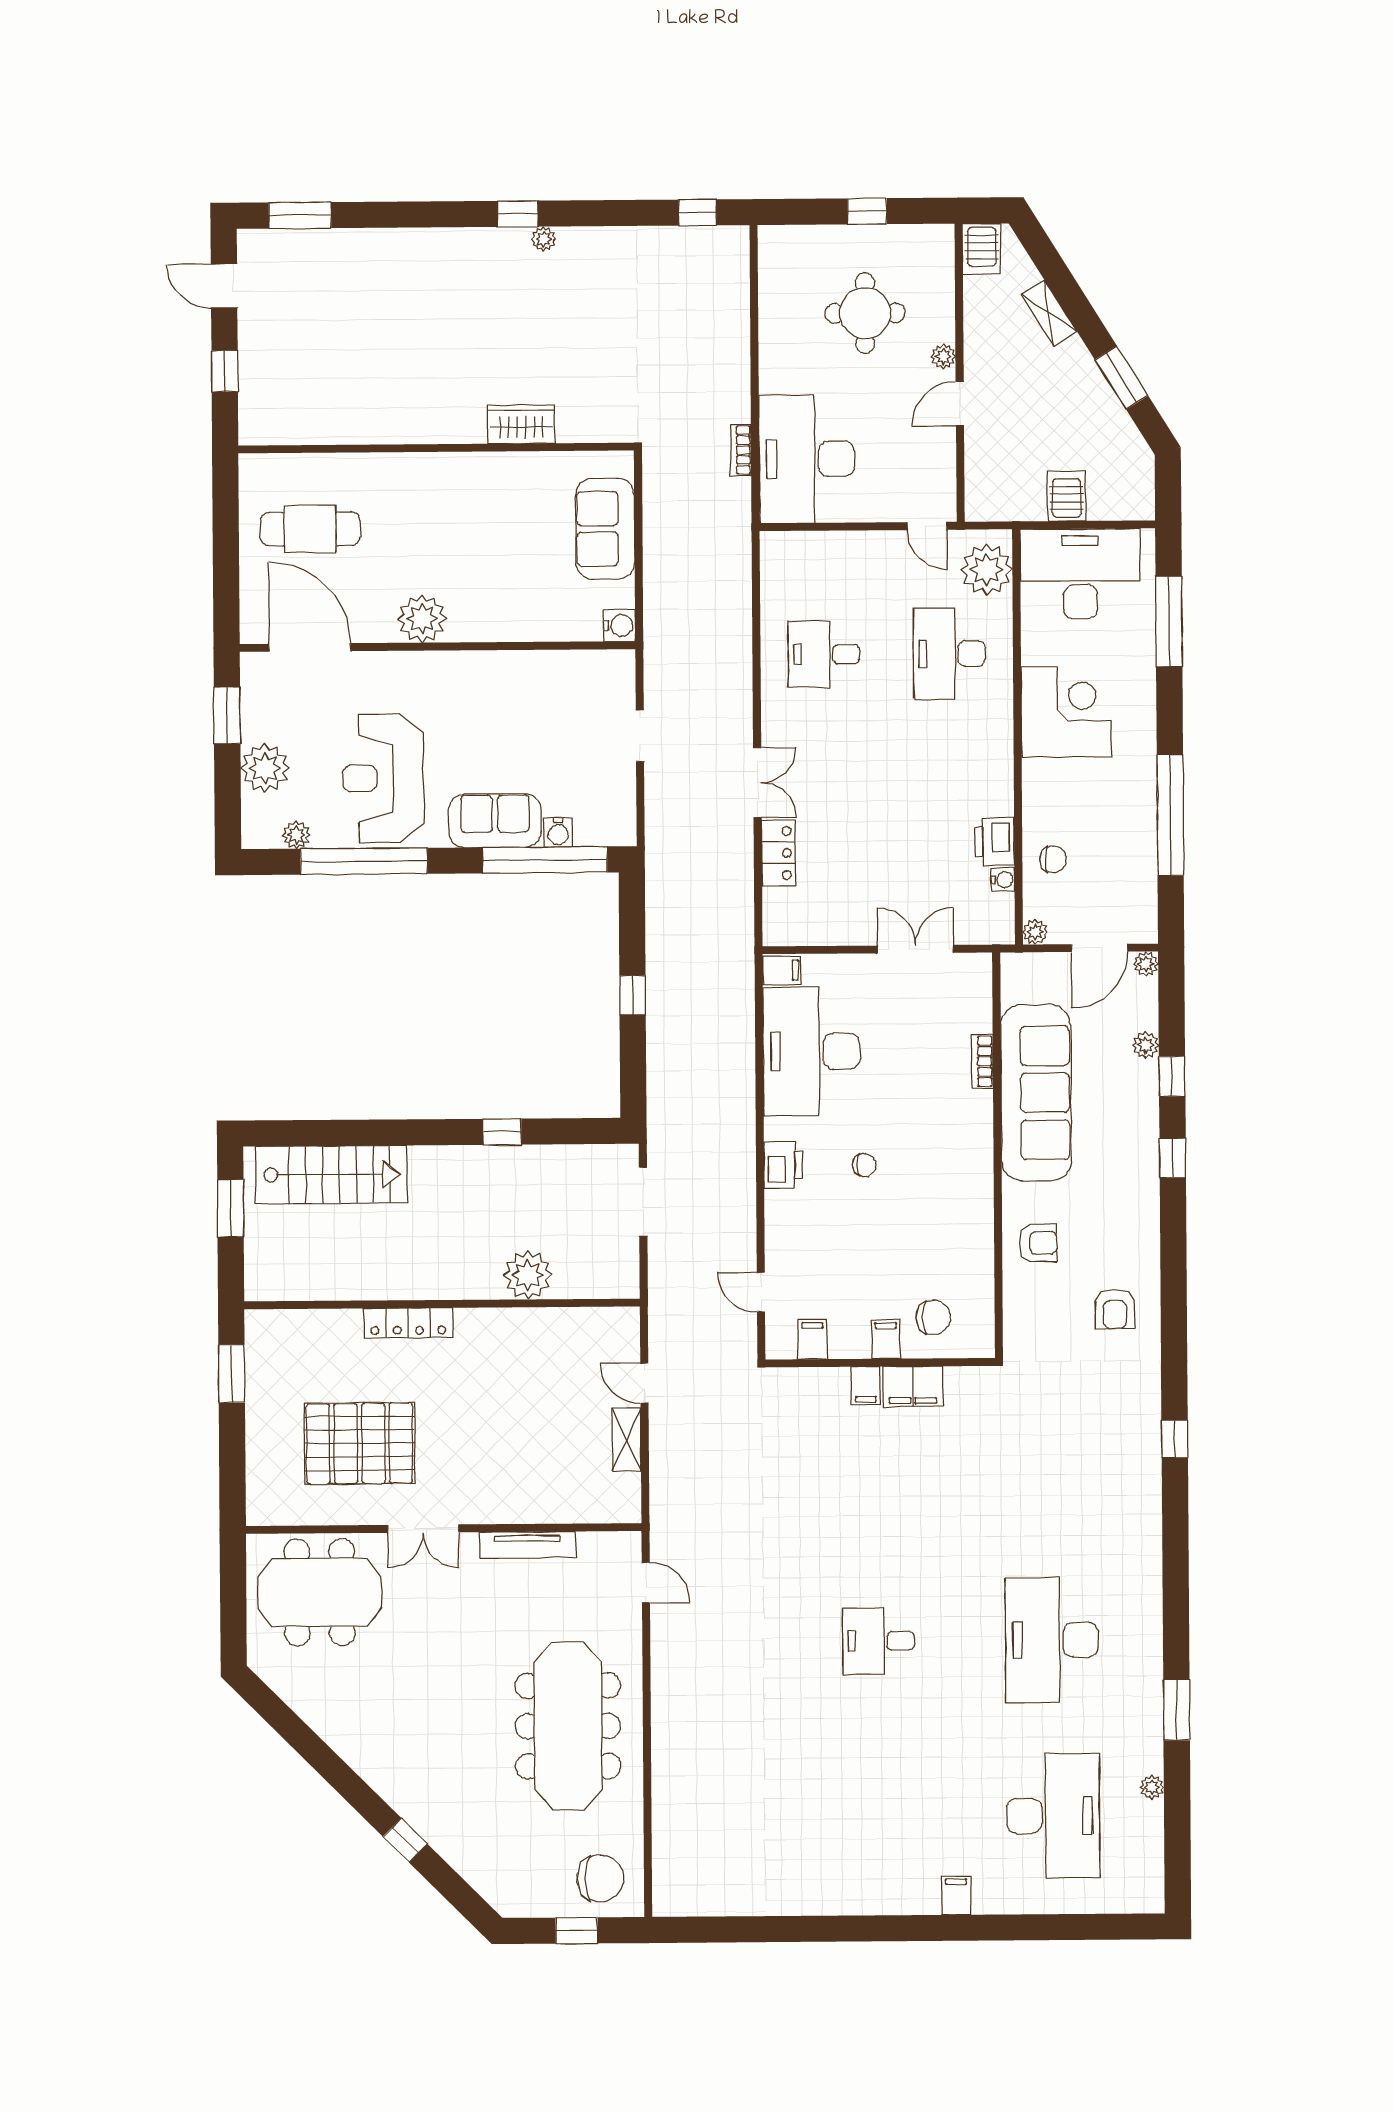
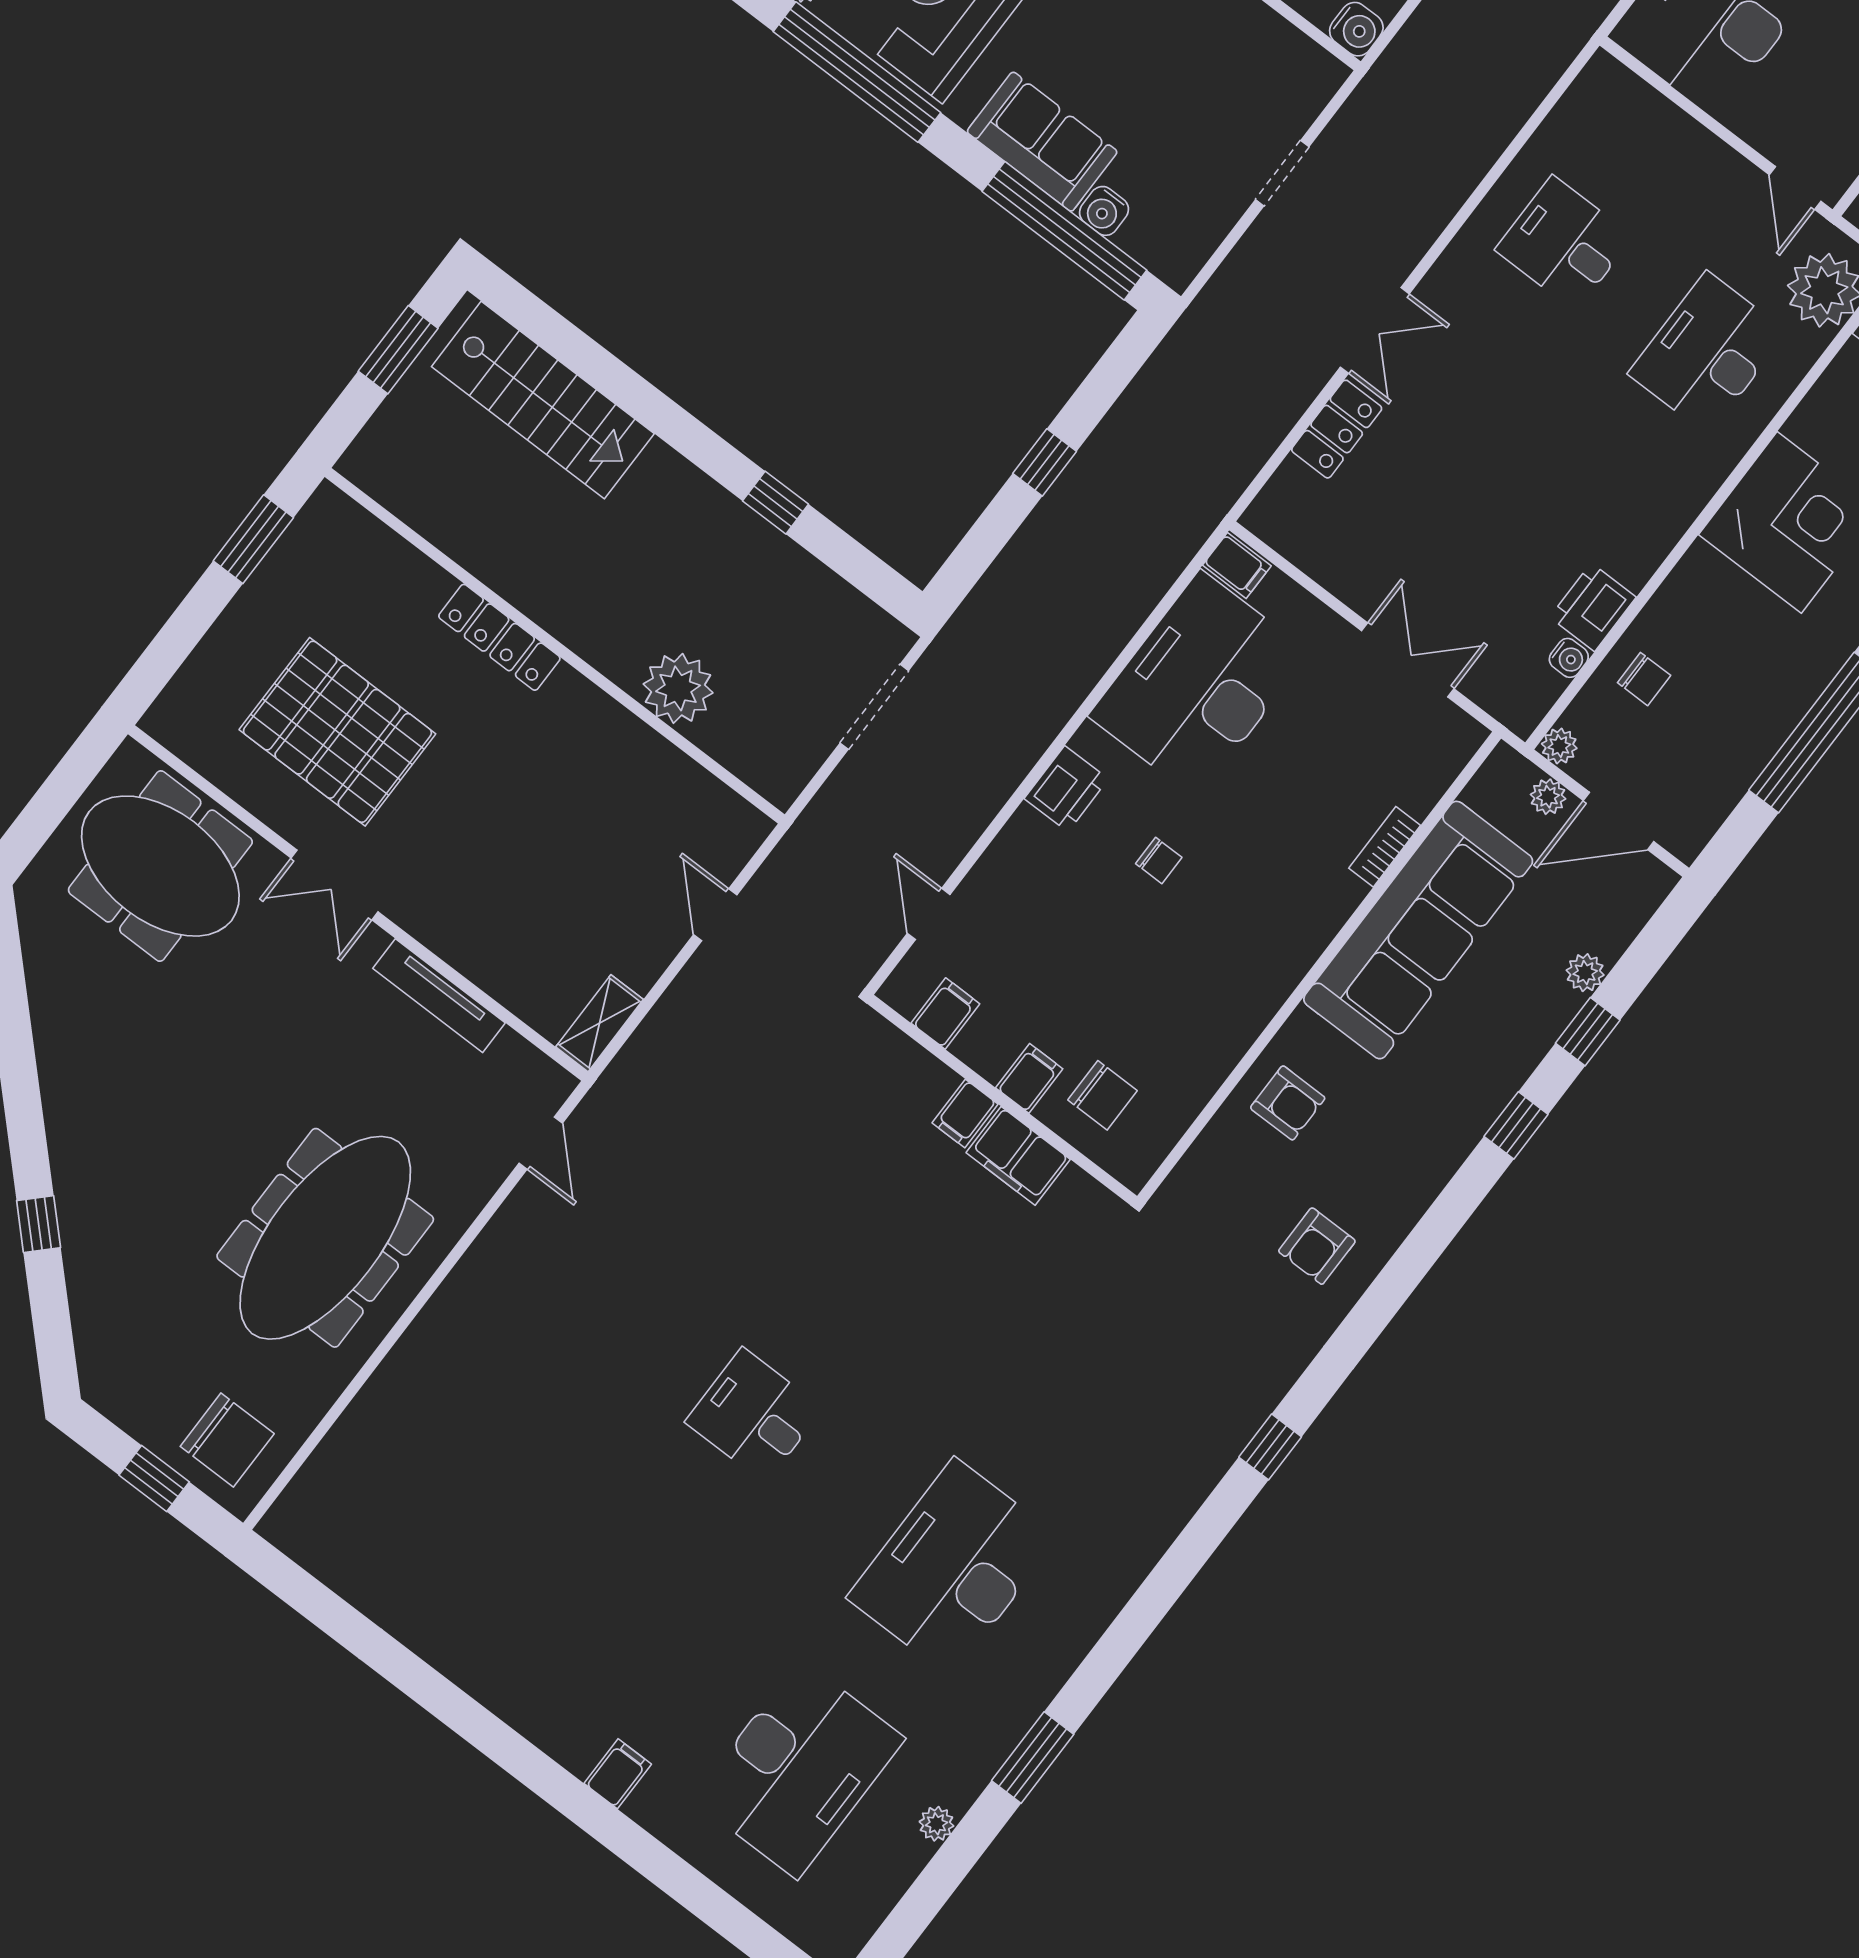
plant: (1146, 964) -> (1548, 797), moved
shelving: (627, 1439) -> (600, 1023), moved

